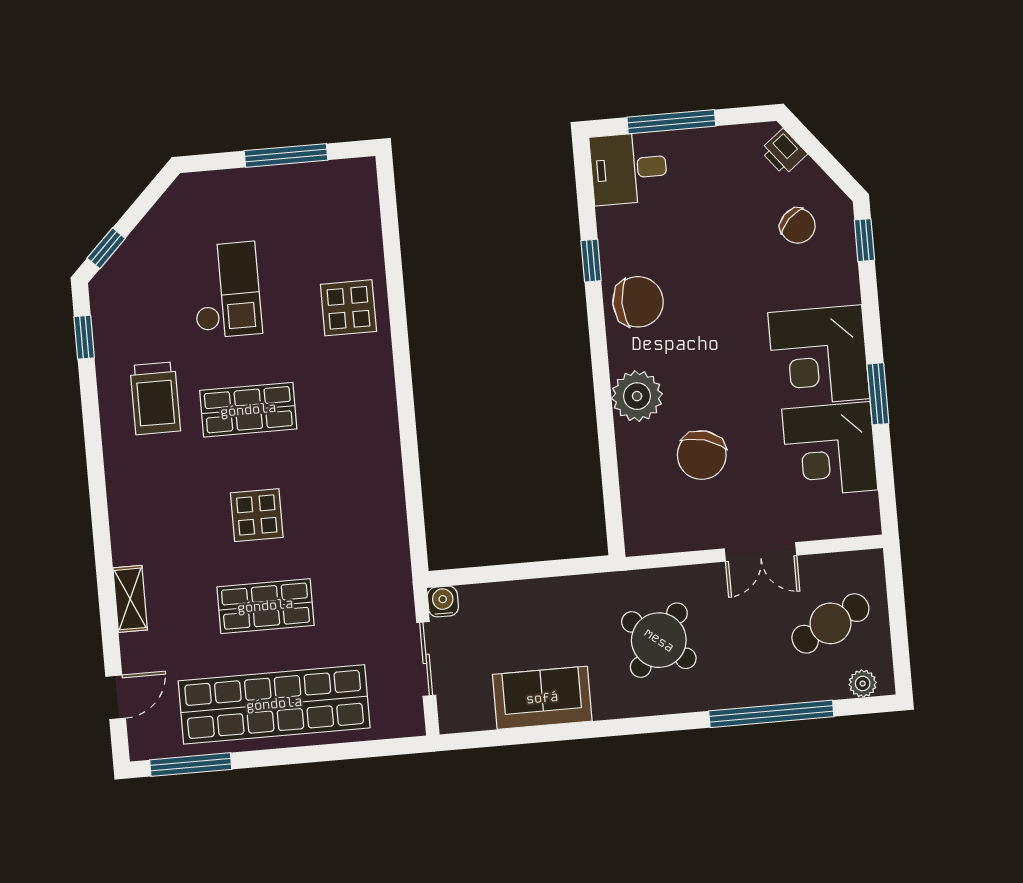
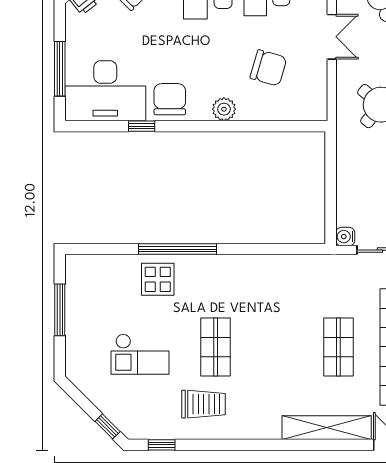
desk: (629, 168) -> (105, 91), width x1.87, depth x1.30
checkout: (226, 290) -> (140, 354), turned 180
window: (400, 335) -> (177, 249), added
plant: (637, 396) -> (224, 109), width x0.73, depth x0.73
display table: (257, 515) -> (281, 347), removed
shelving: (130, 599) -> (327, 428), width x2.20, depth x1.33

